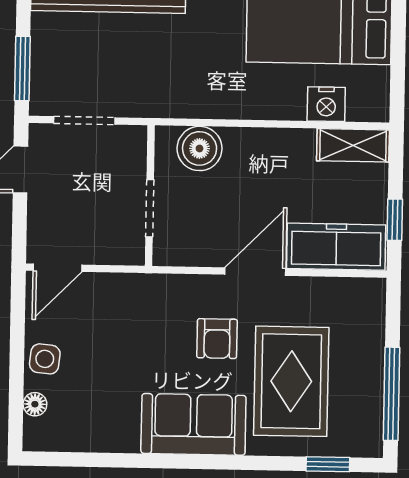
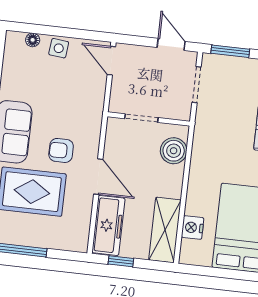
shelving: (353, 145) -> (165, 230), width x1.50, depth x1.33

